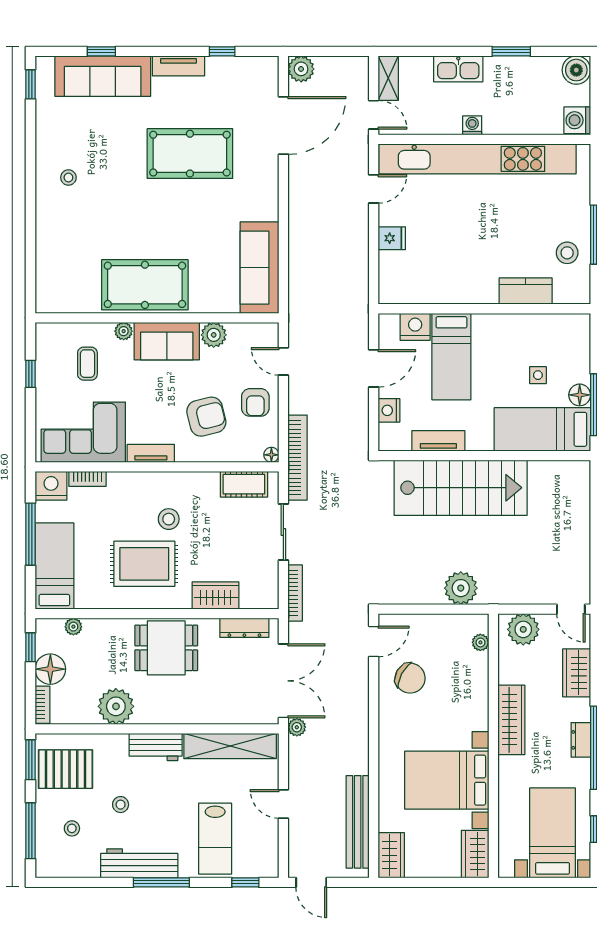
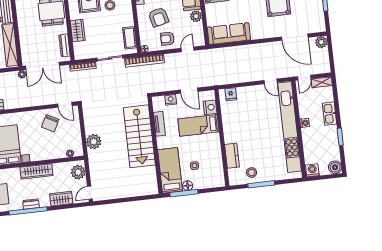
fridge: (392, 238) -> (231, 94), moved

